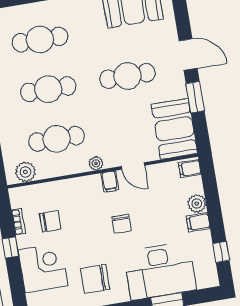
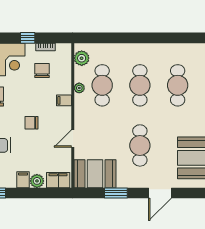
door: (188, 55) -> (160, 193), moved
plant: (96, 163) -> (79, 88), moved
filing cabinet: (190, 168) -> (58, 180), width x2.00
filing cabinet: (110, 181) -> (64, 100), moved
chair: (50, 221) -> (42, 70), turned 180

